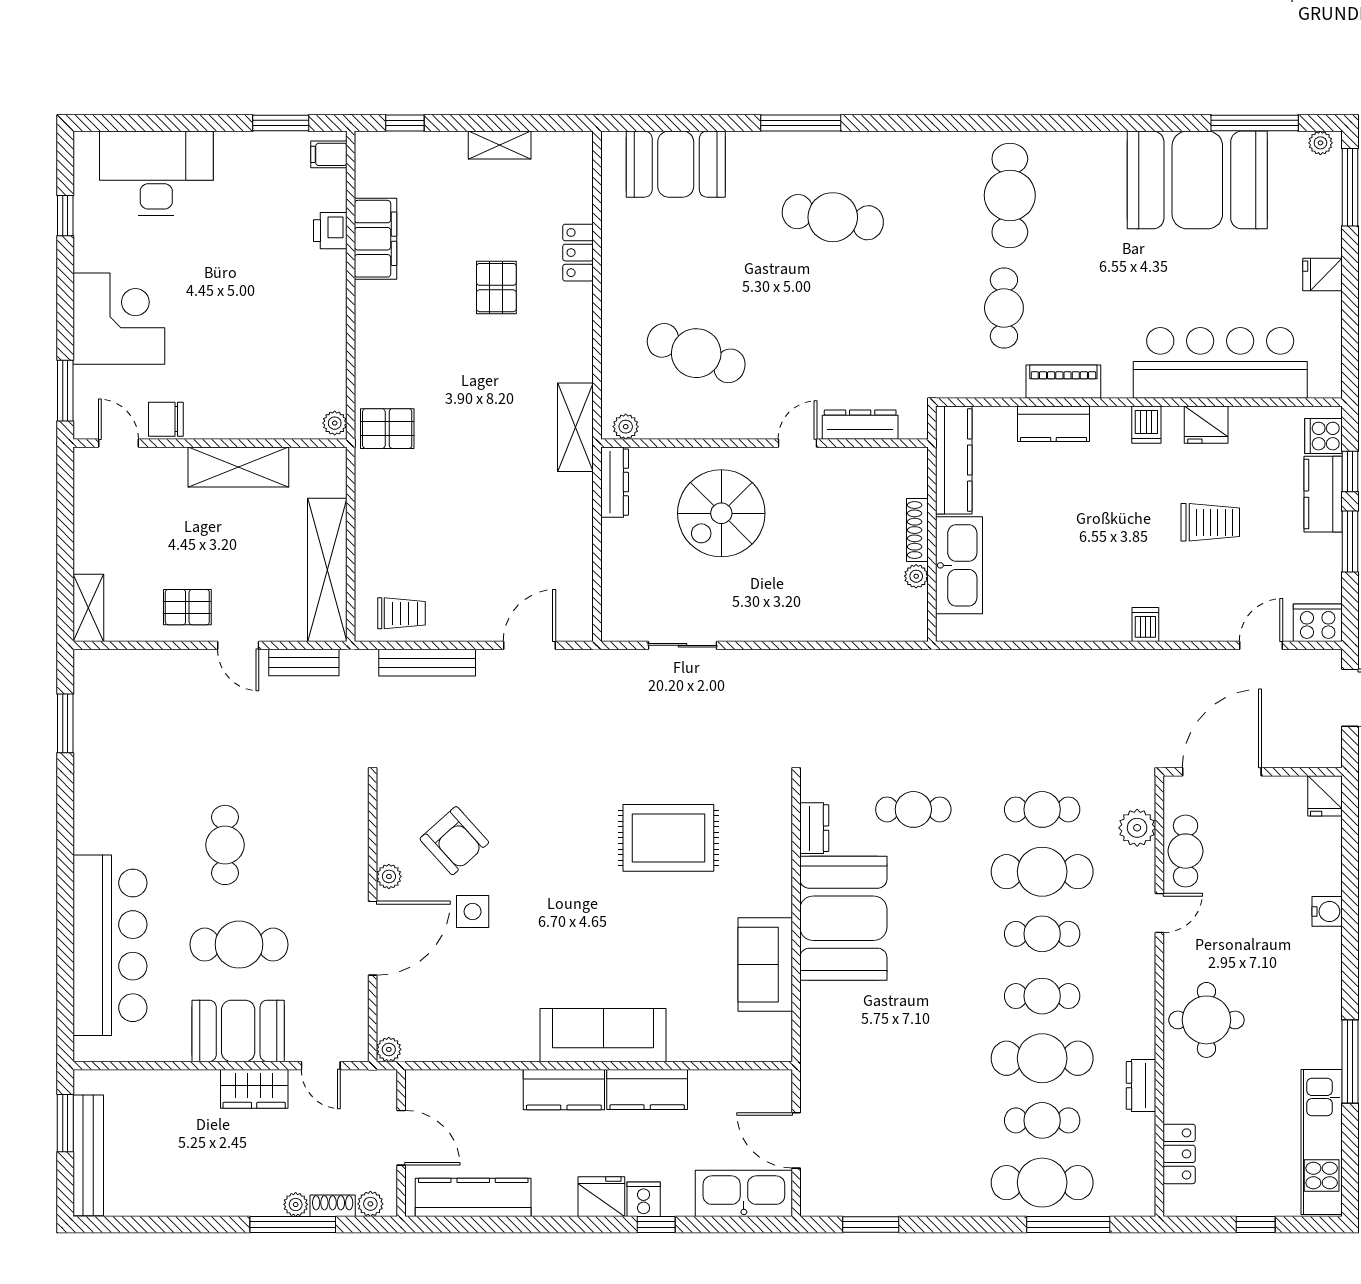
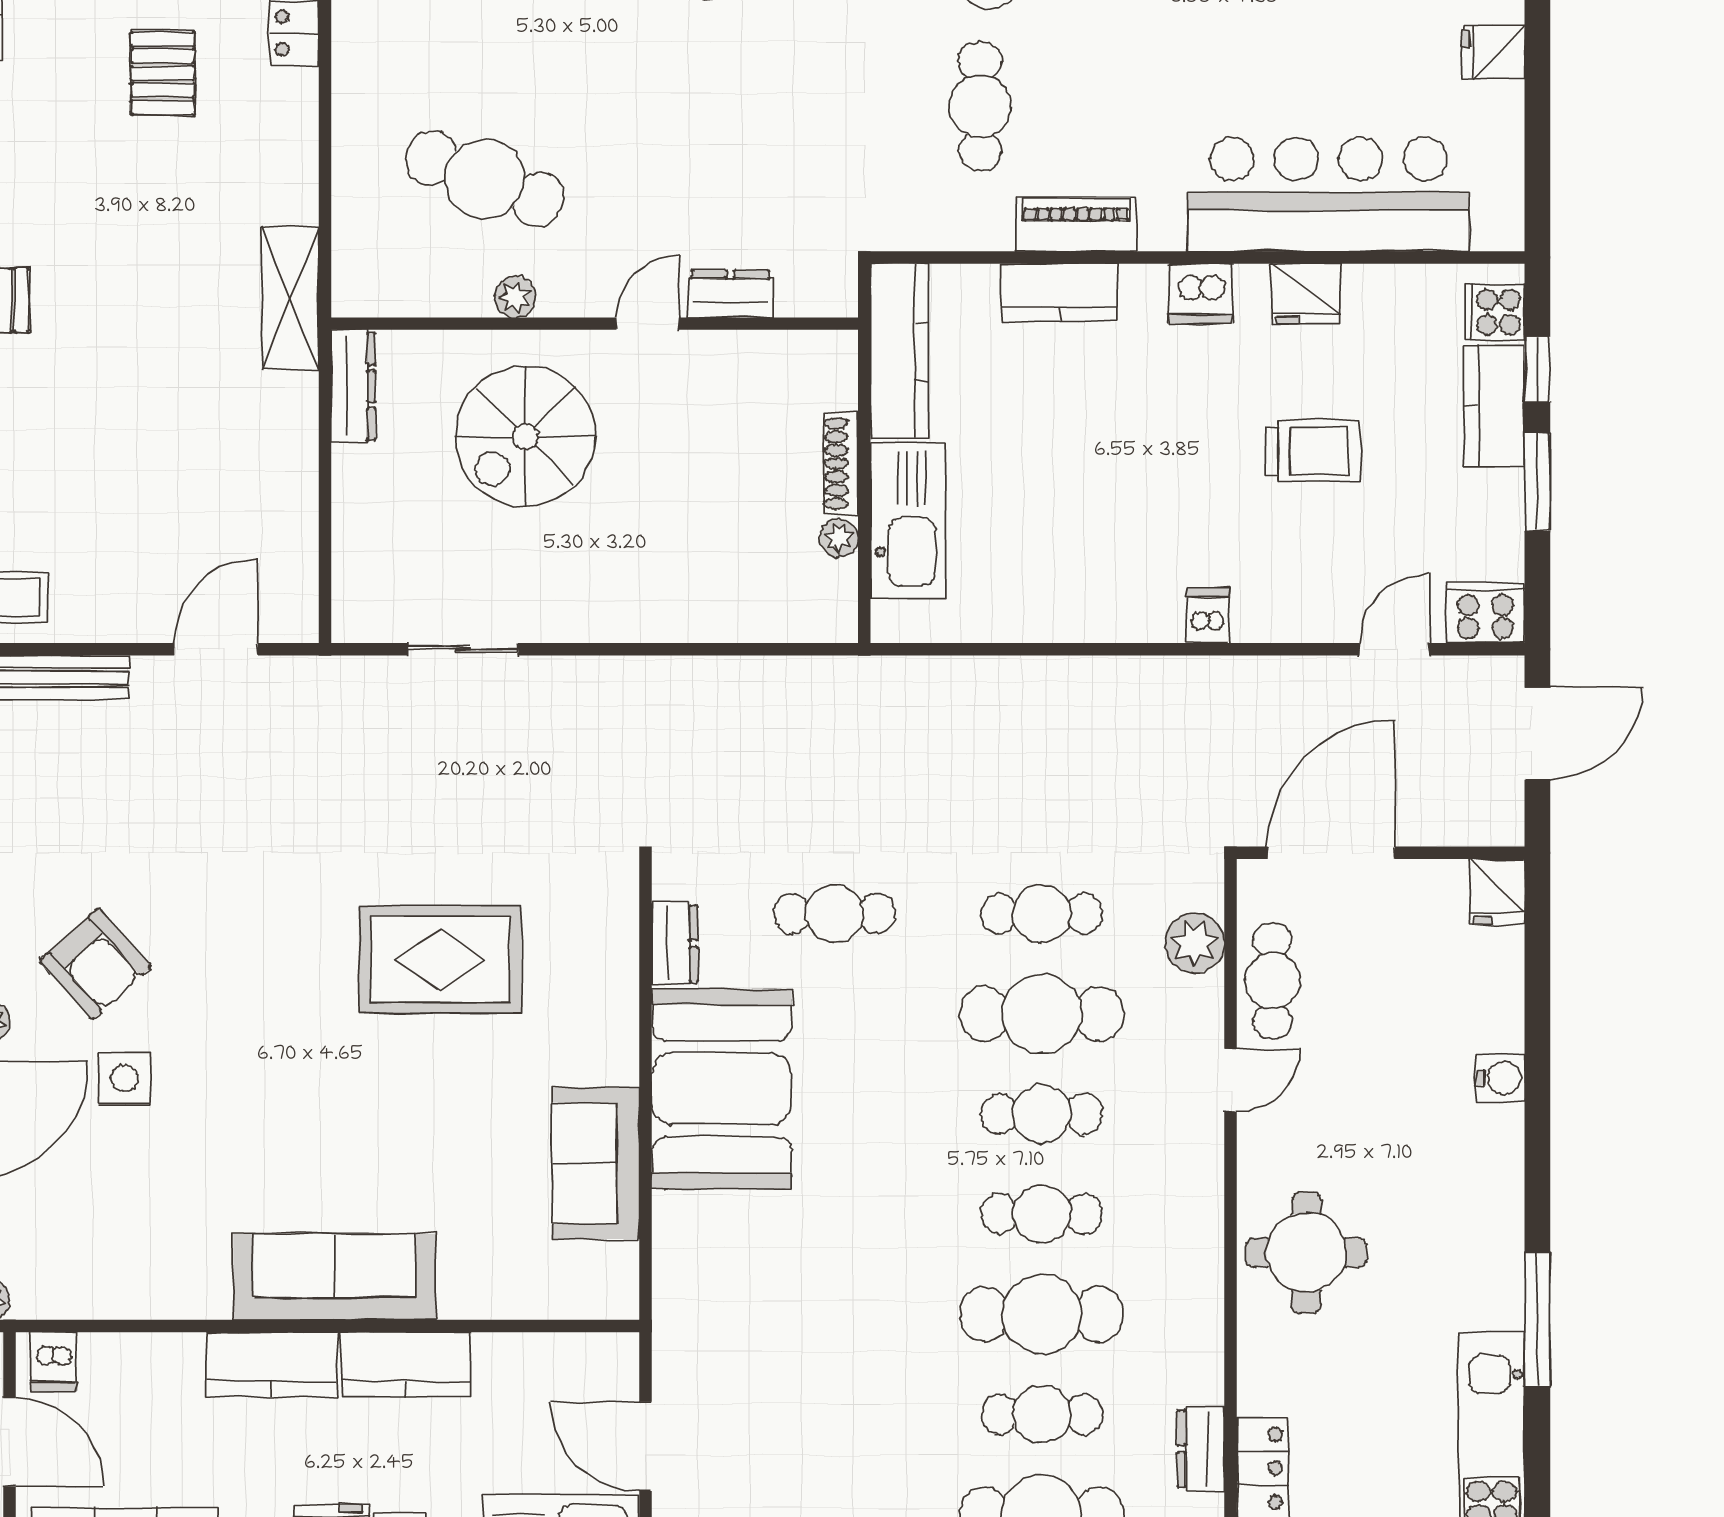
dresser: (860, 425) -> (730, 294), width x0.70
dishwasher: (1146, 425) -> (1201, 294), width x1.38
plant: (626, 427) -> (515, 297), moved
dresser: (1141, 1085) -> (1201, 1449), moved
dishwasher: (428, 1088) -> (53, 1362), added

